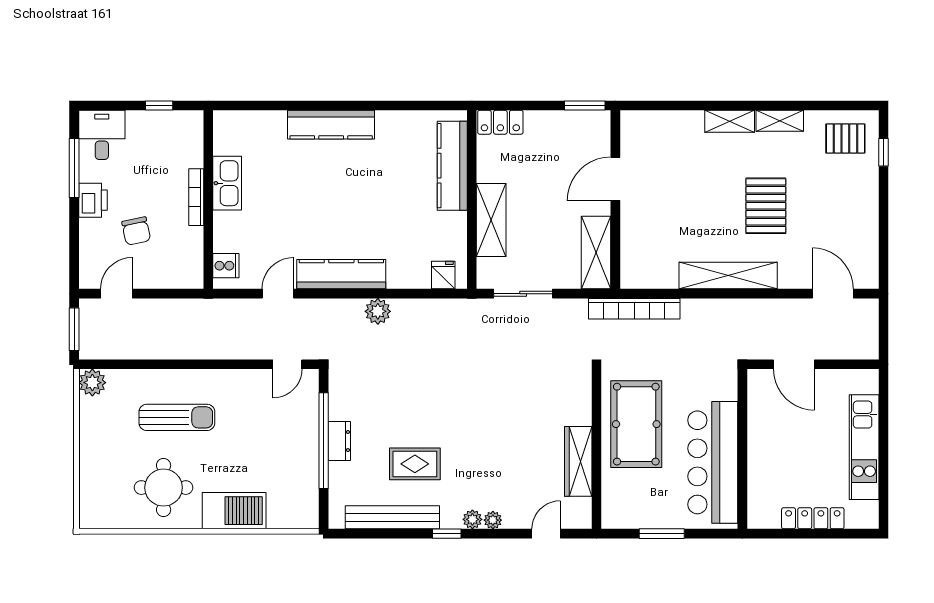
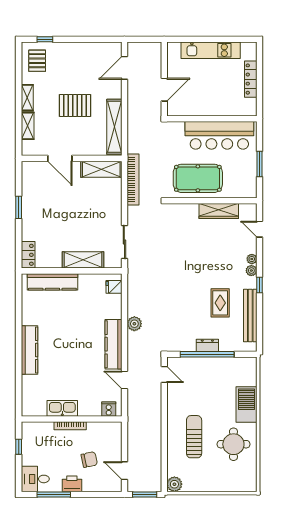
door: (615, 179) -> (60, 158), moved
wall: (615, 200) -> (72, 158), moved
shelving: (596, 253) -> (101, 169), moved

